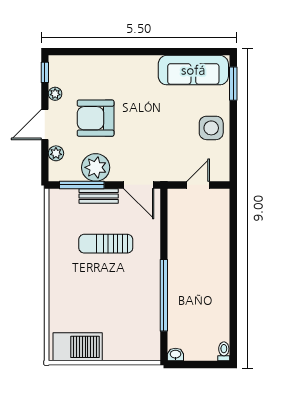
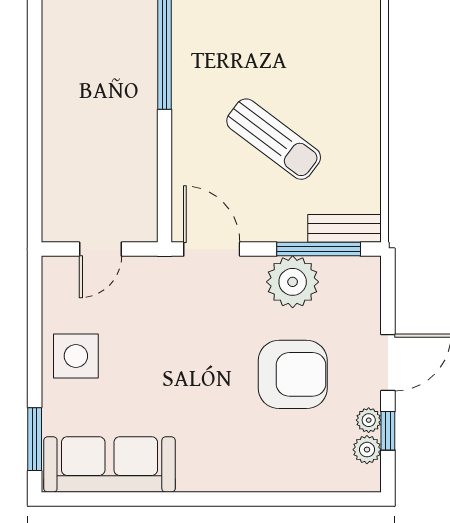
window: (45, 72) -> (388, 431), moved
plant: (56, 153) -> (367, 450), moved
bench: (99, 196) -> (345, 228), moved
sun lounger: (106, 244) -> (274, 139), turned 37

